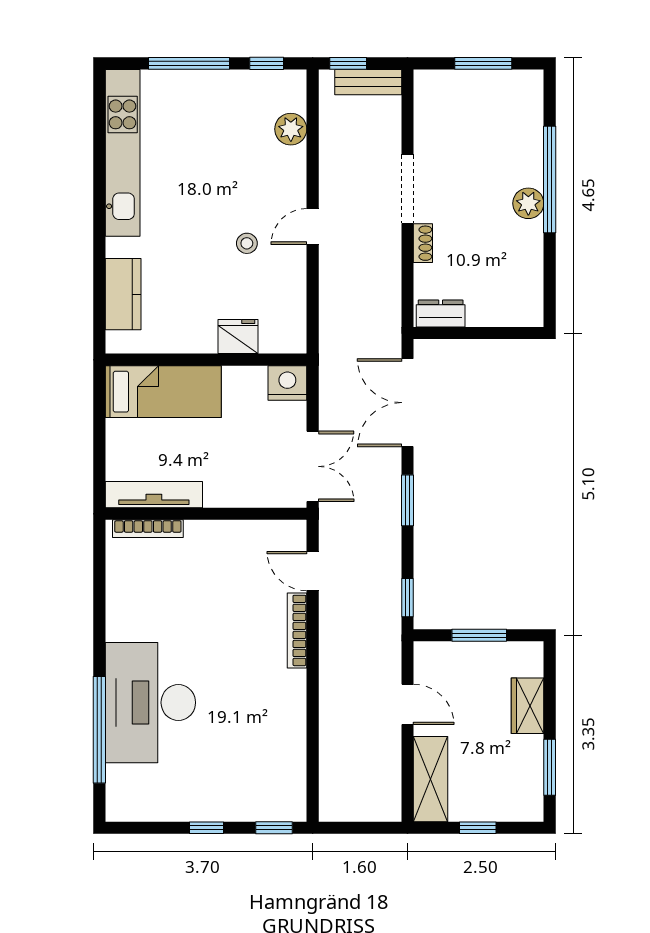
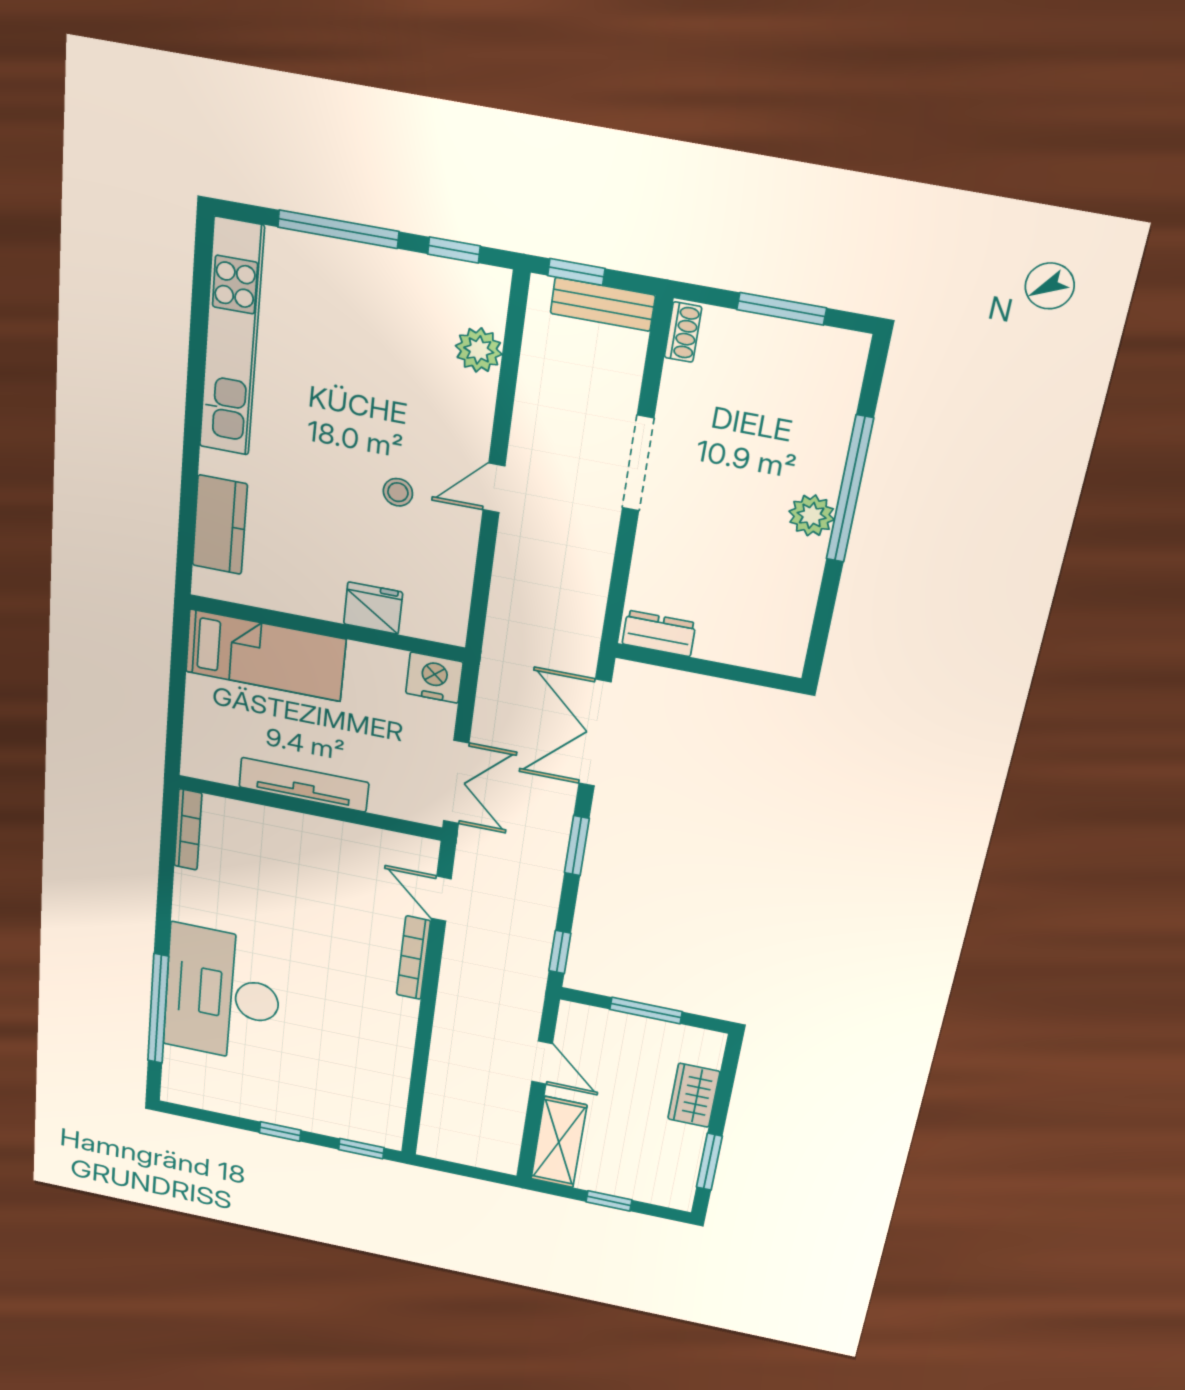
shoe rack: (423, 243) -> (683, 332), moved
tv unit: (154, 495) -> (304, 785), moved
bookcase: (148, 529) -> (188, 830), moved, turned -90

